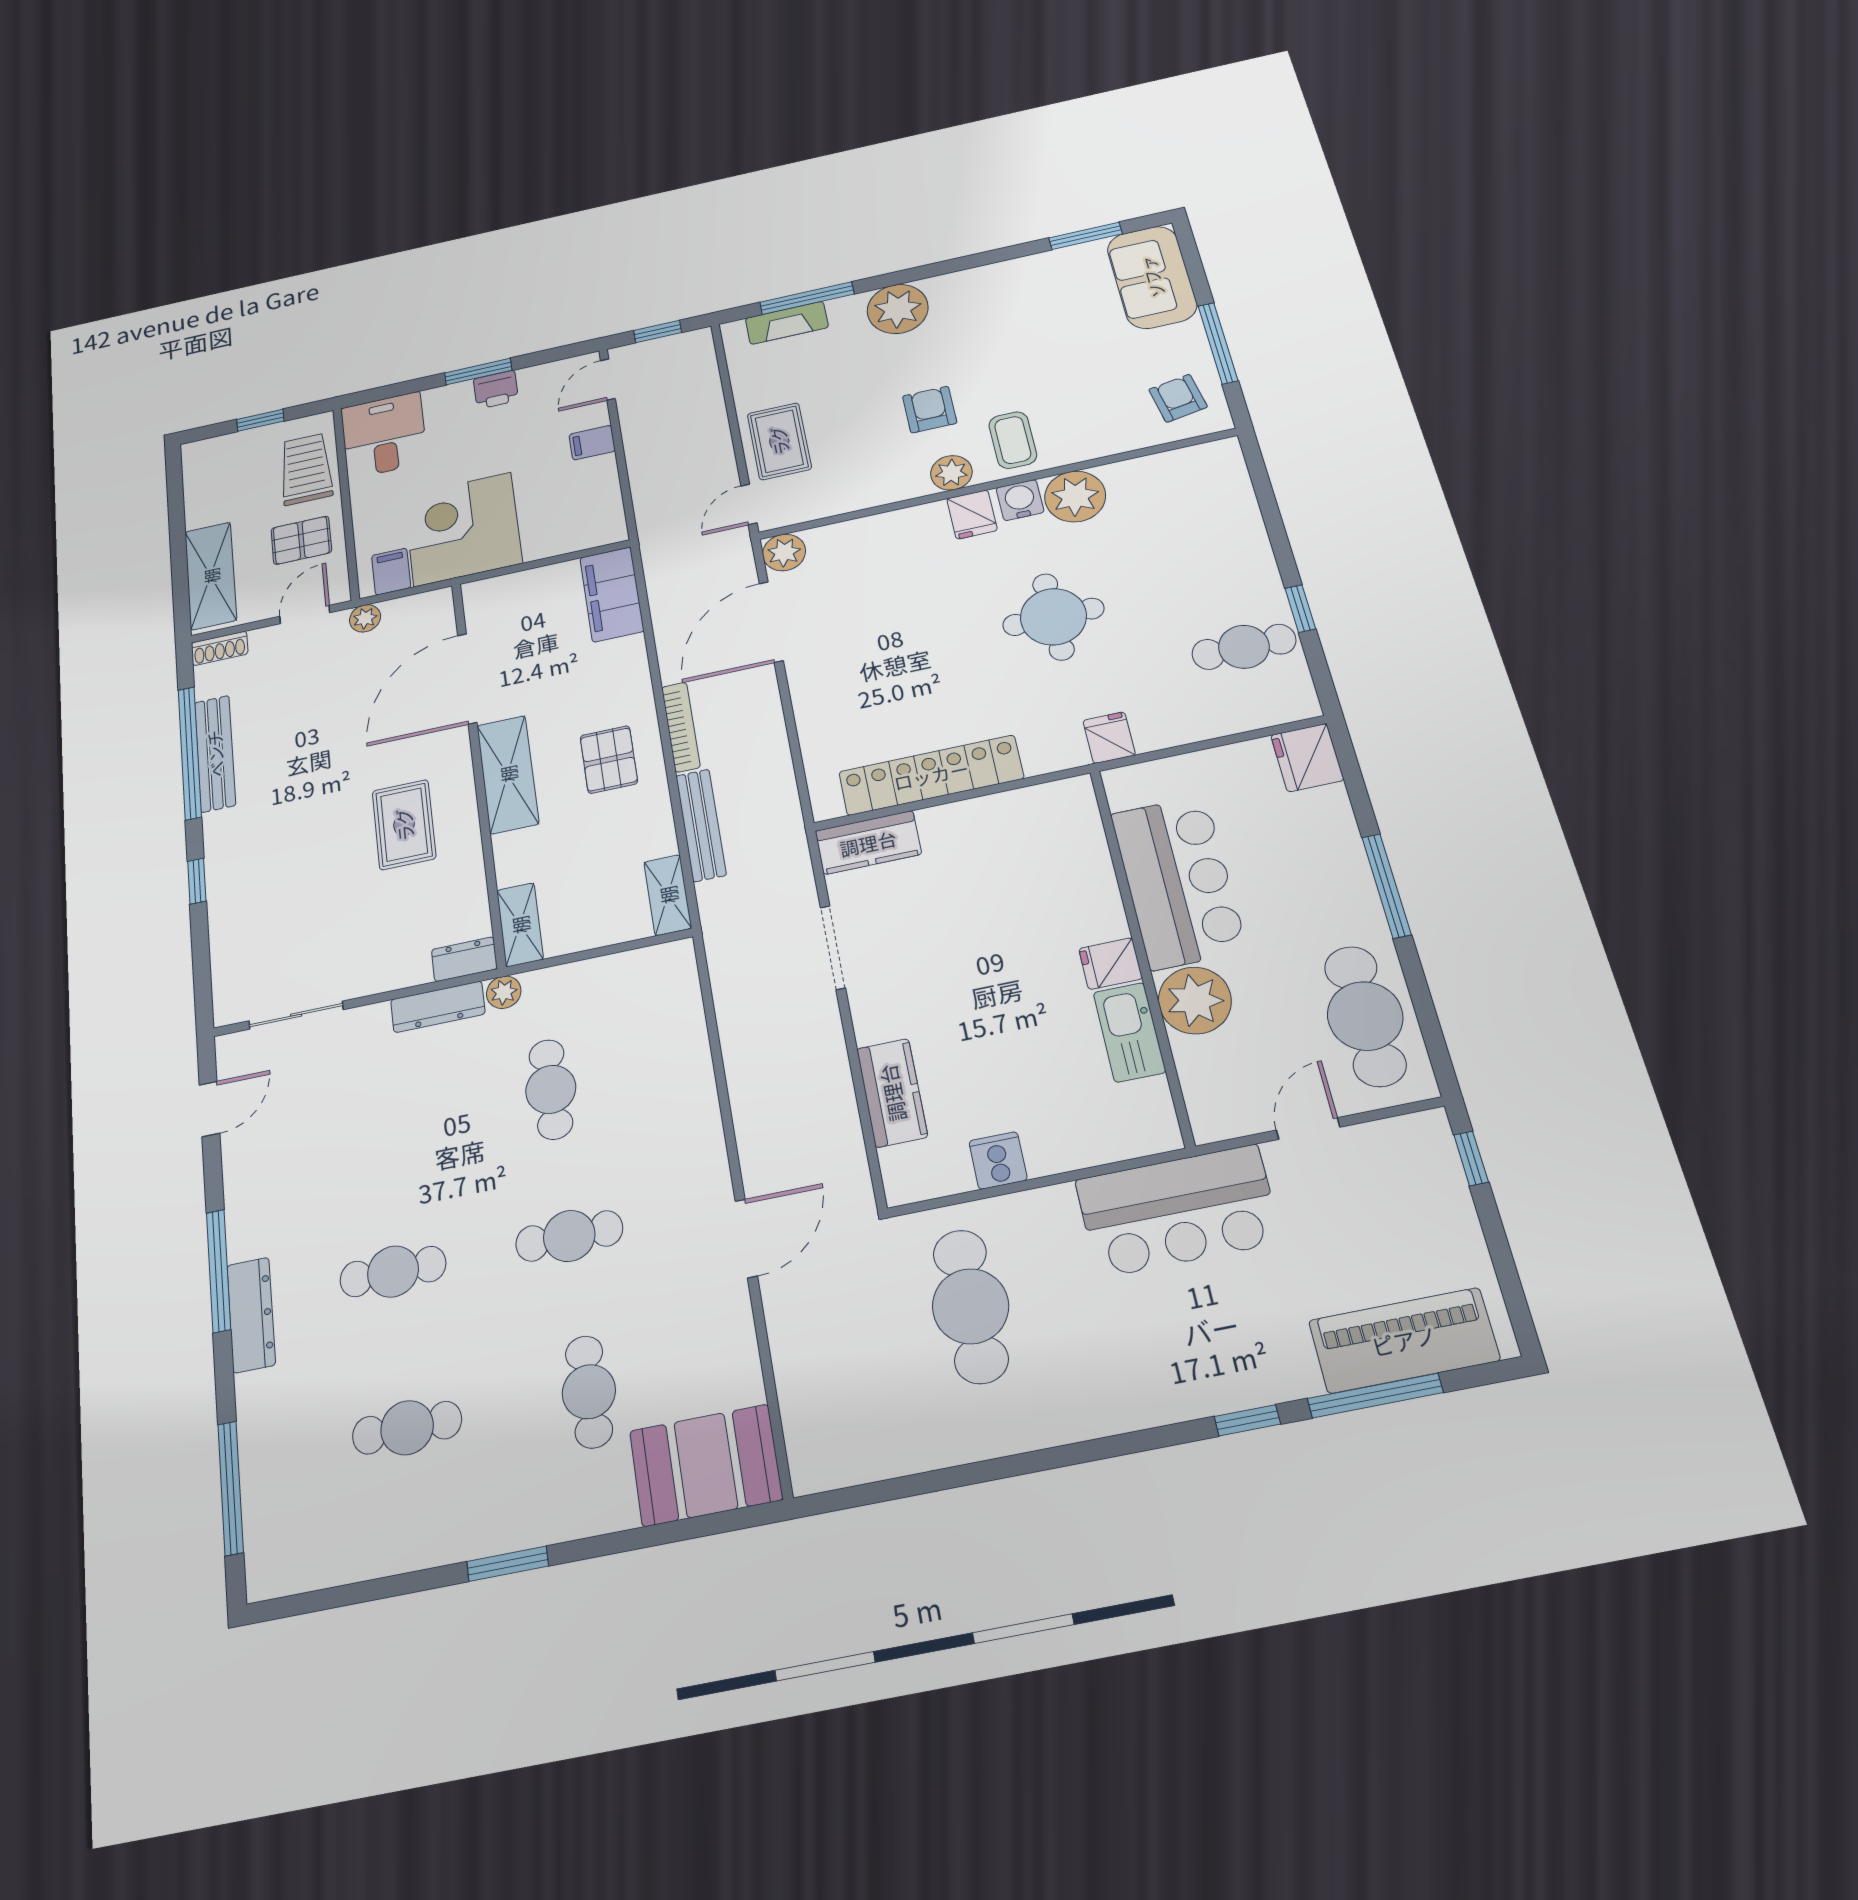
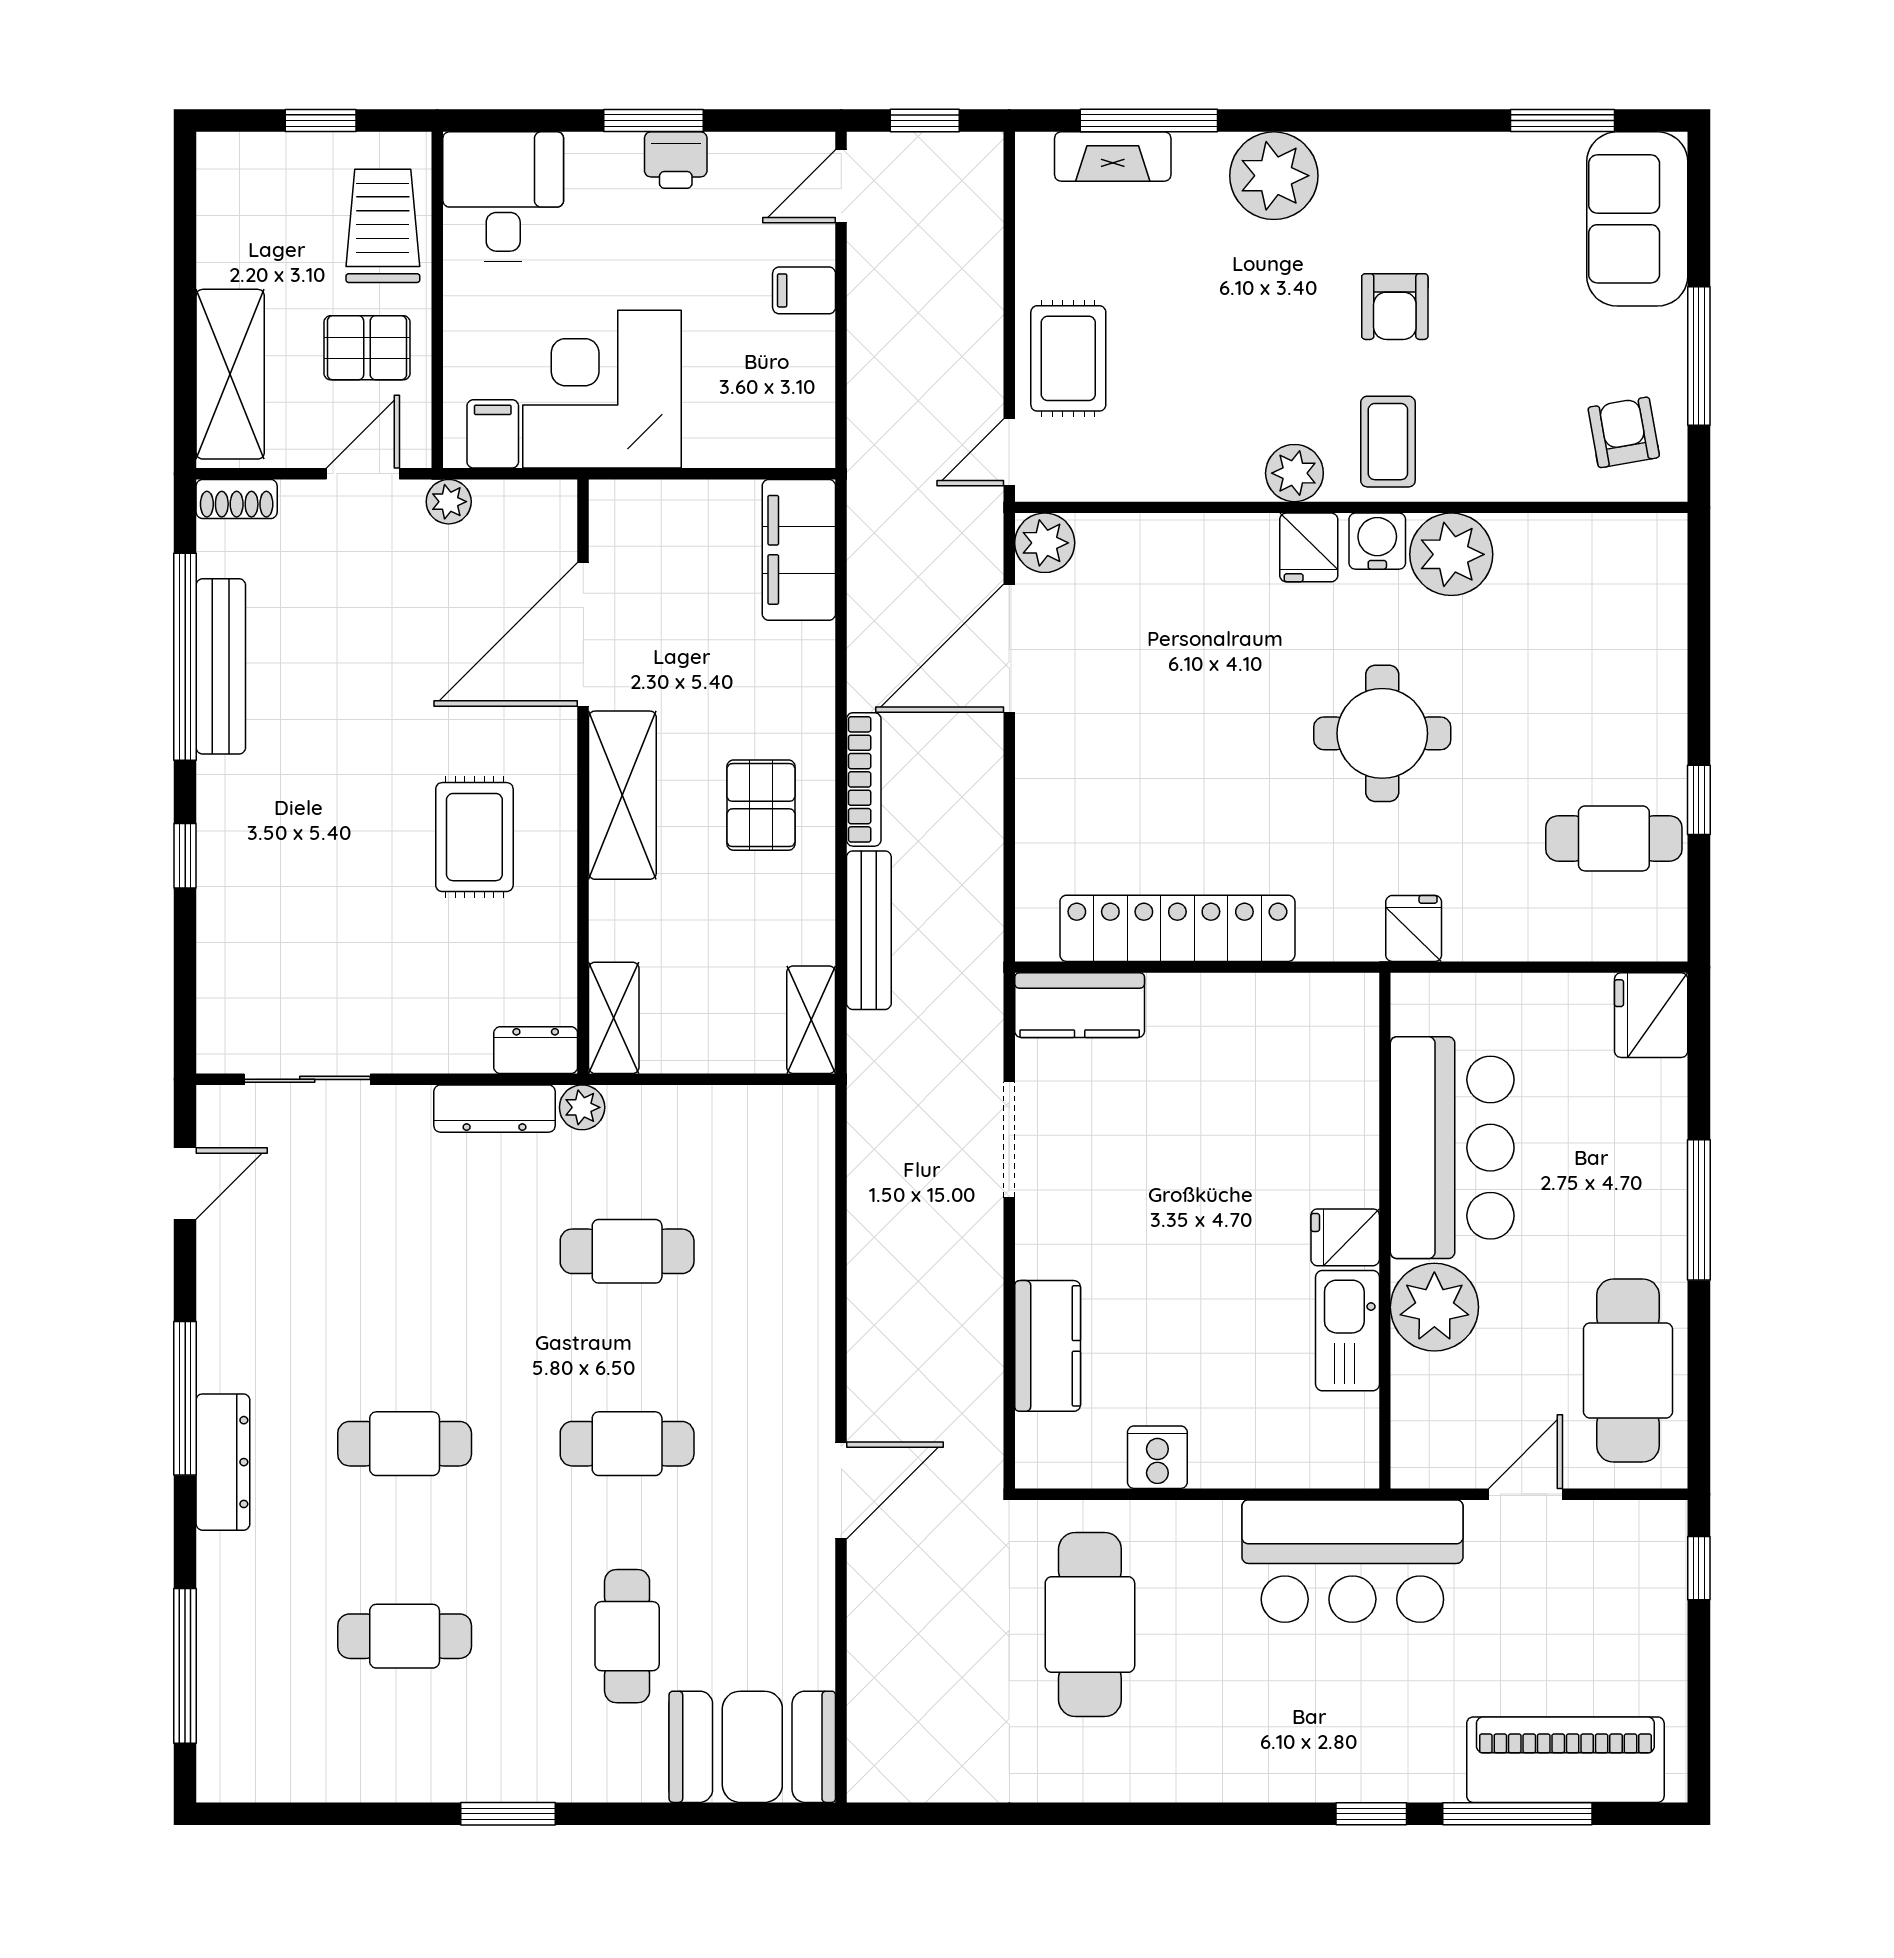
armchair: (930, 410) -> (1395, 307), moved, turned 180
cafe table: (551, 1089) -> (627, 1251), turned 90

